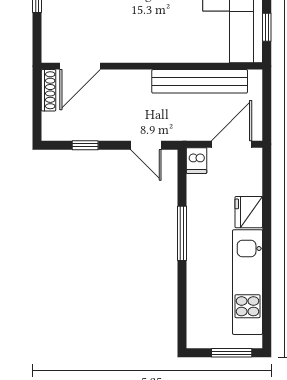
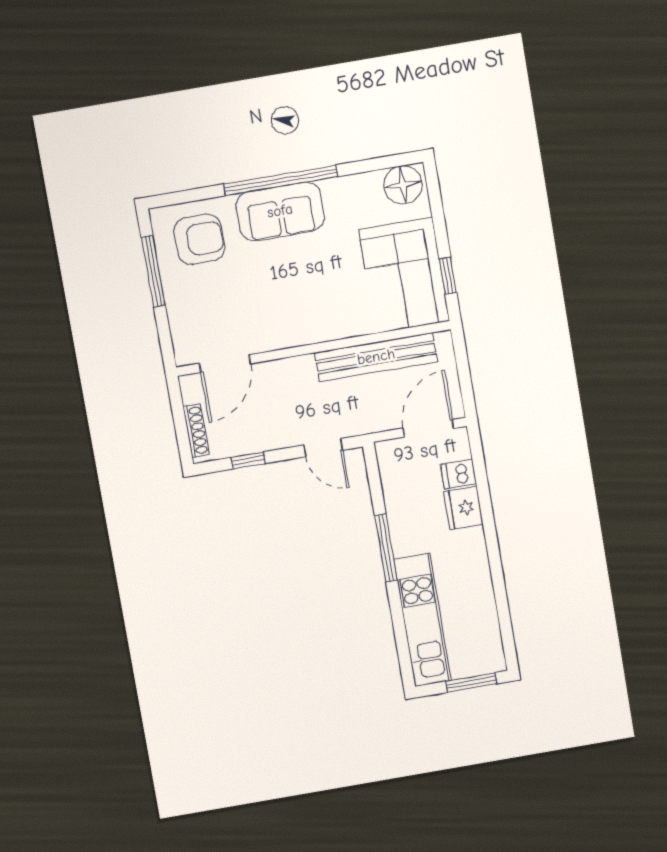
shoe rack: (49, 90) -> (196, 430), moved
dishwasher: (197, 161) -> (459, 474), moved, turned 90
kitchen unit: (247, 282) -> (422, 620), moved, turned 180

